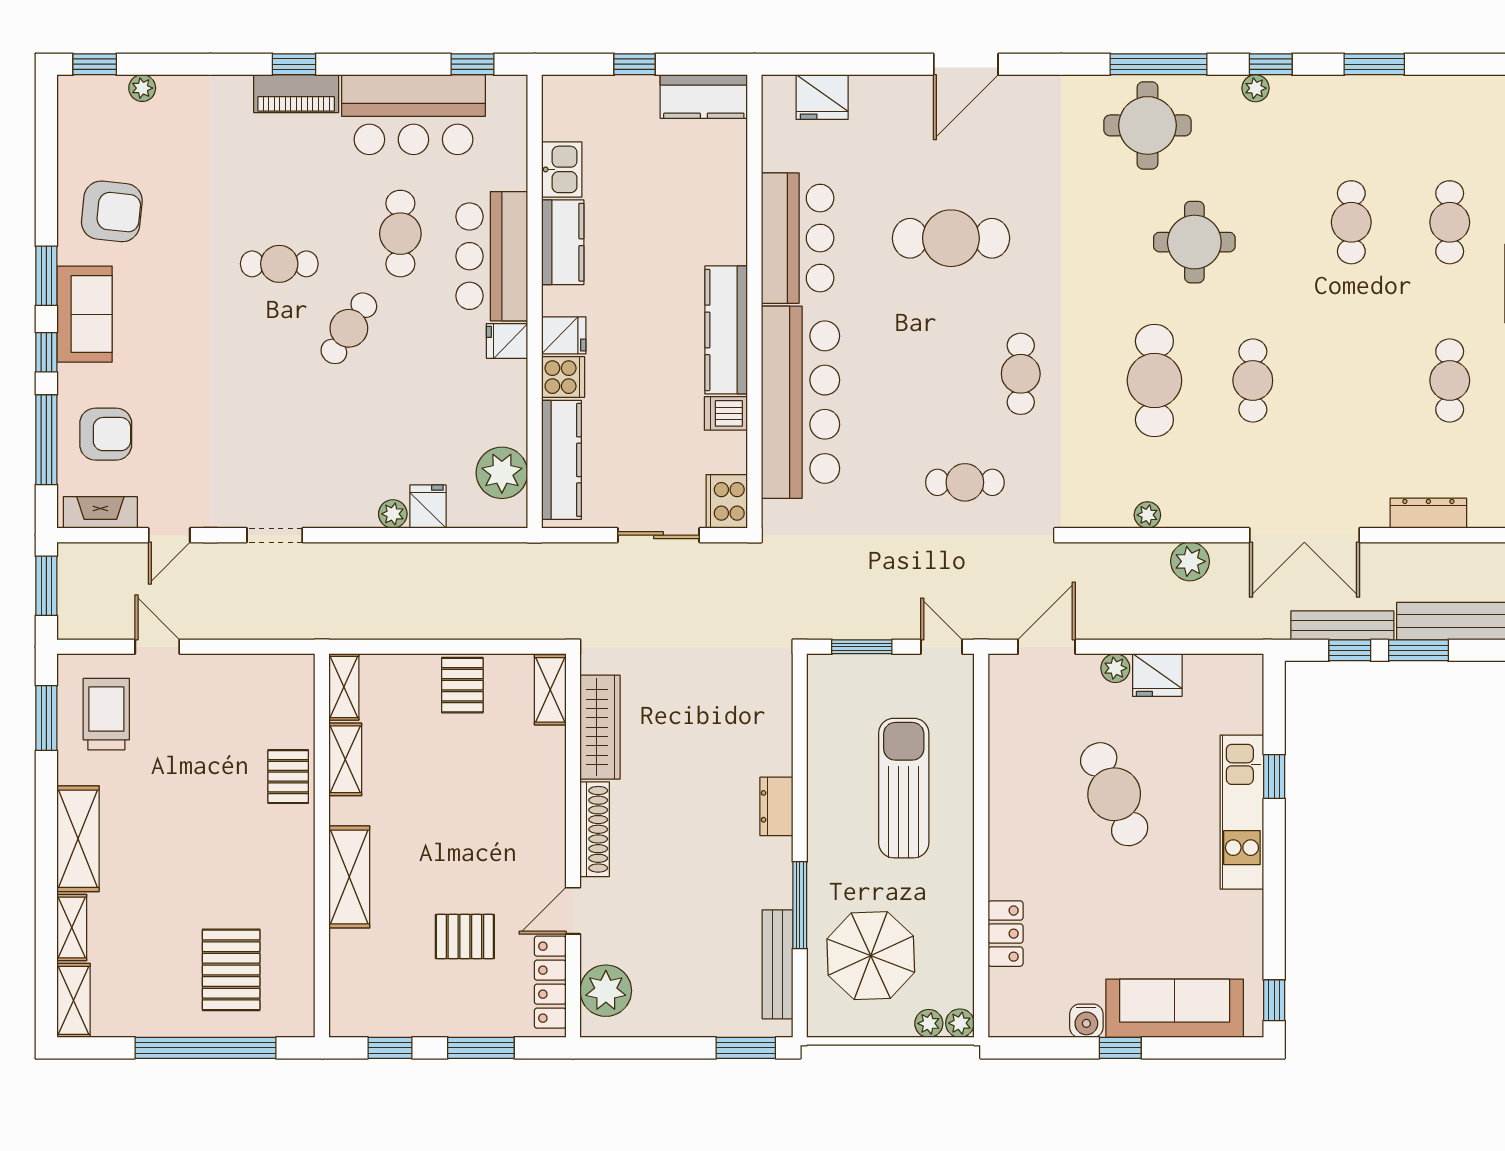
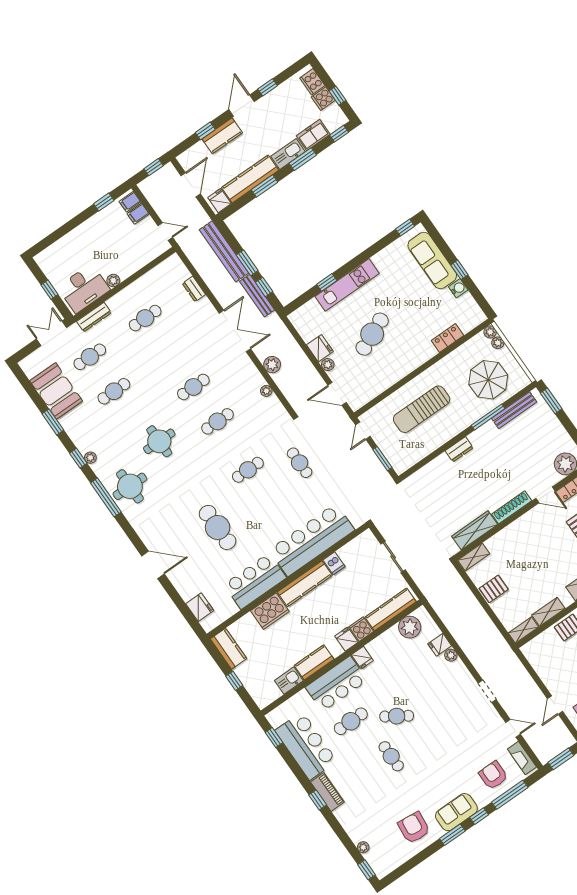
booth: (1429, 112) -> (56, 391), added
cafe table: (1154, 381) -> (217, 421), width x0.73, depth x0.74
cooker: (727, 501) -> (270, 611), moved, width x1.37, depth x1.31
dresser: (1428, 513) -> (194, 289), width x0.70

